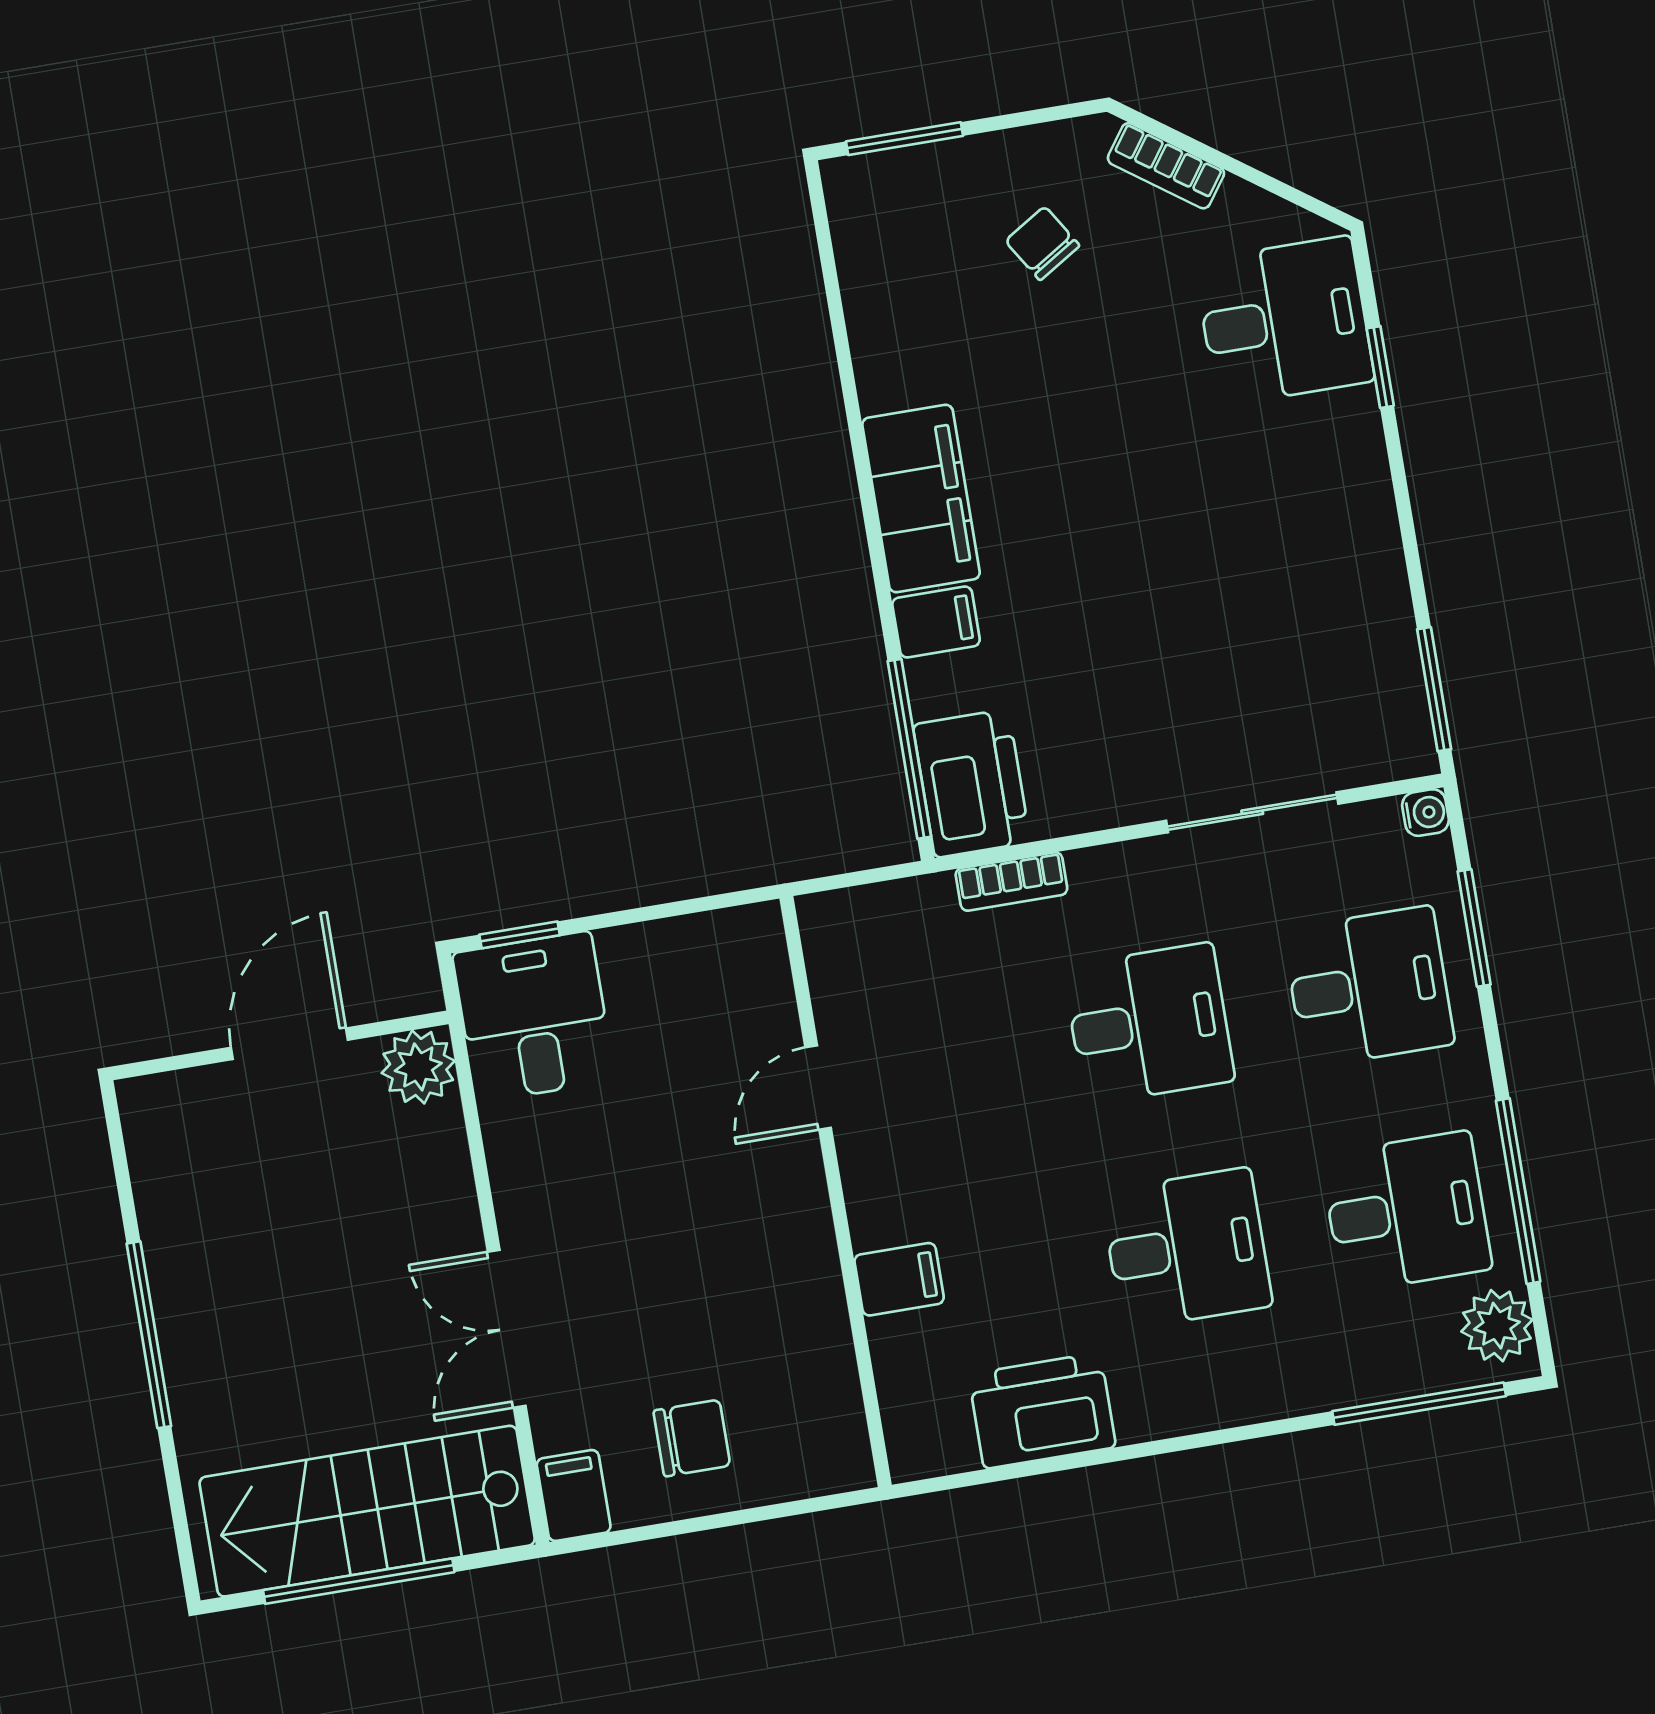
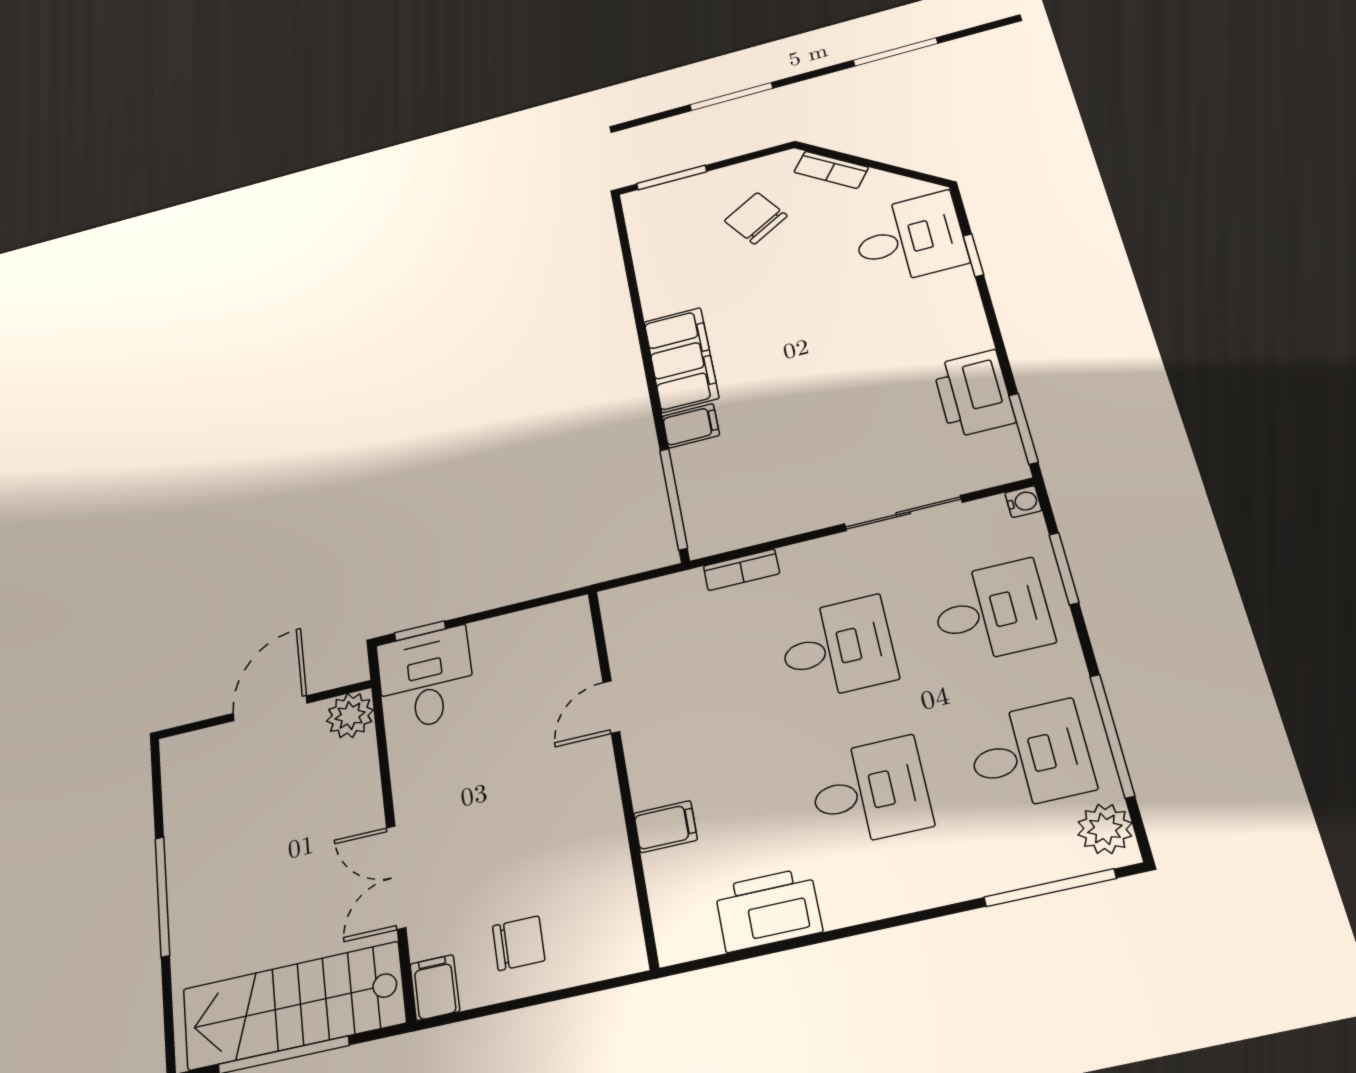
chair: (1042, 243) -> (756, 218), width x1.37, depth x1.37
printer: (972, 783) -> (974, 393), moved, turned 180

